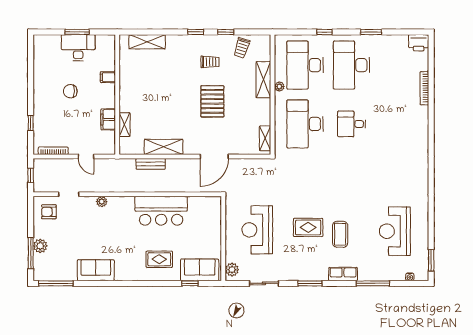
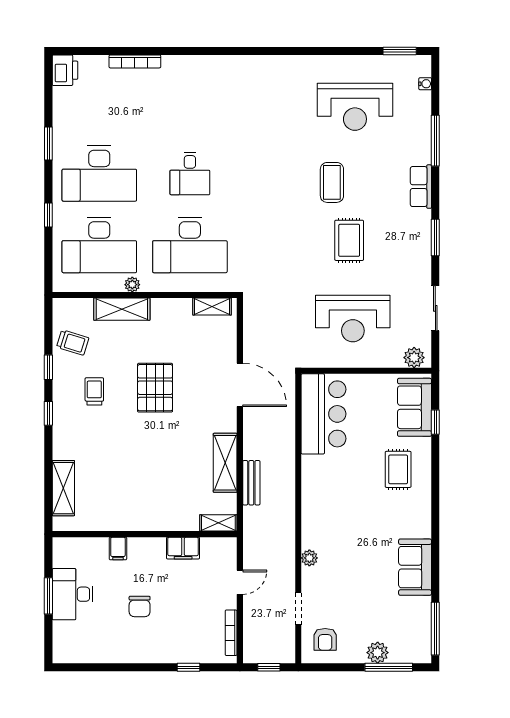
pallet: (212, 101) -> (155, 388), turned 90
shelving: (125, 125) -> (218, 523), moved
bar counter: (161, 211) -> (323, 414), moved
coffee table: (340, 234) -> (332, 182), moved, turned 90

